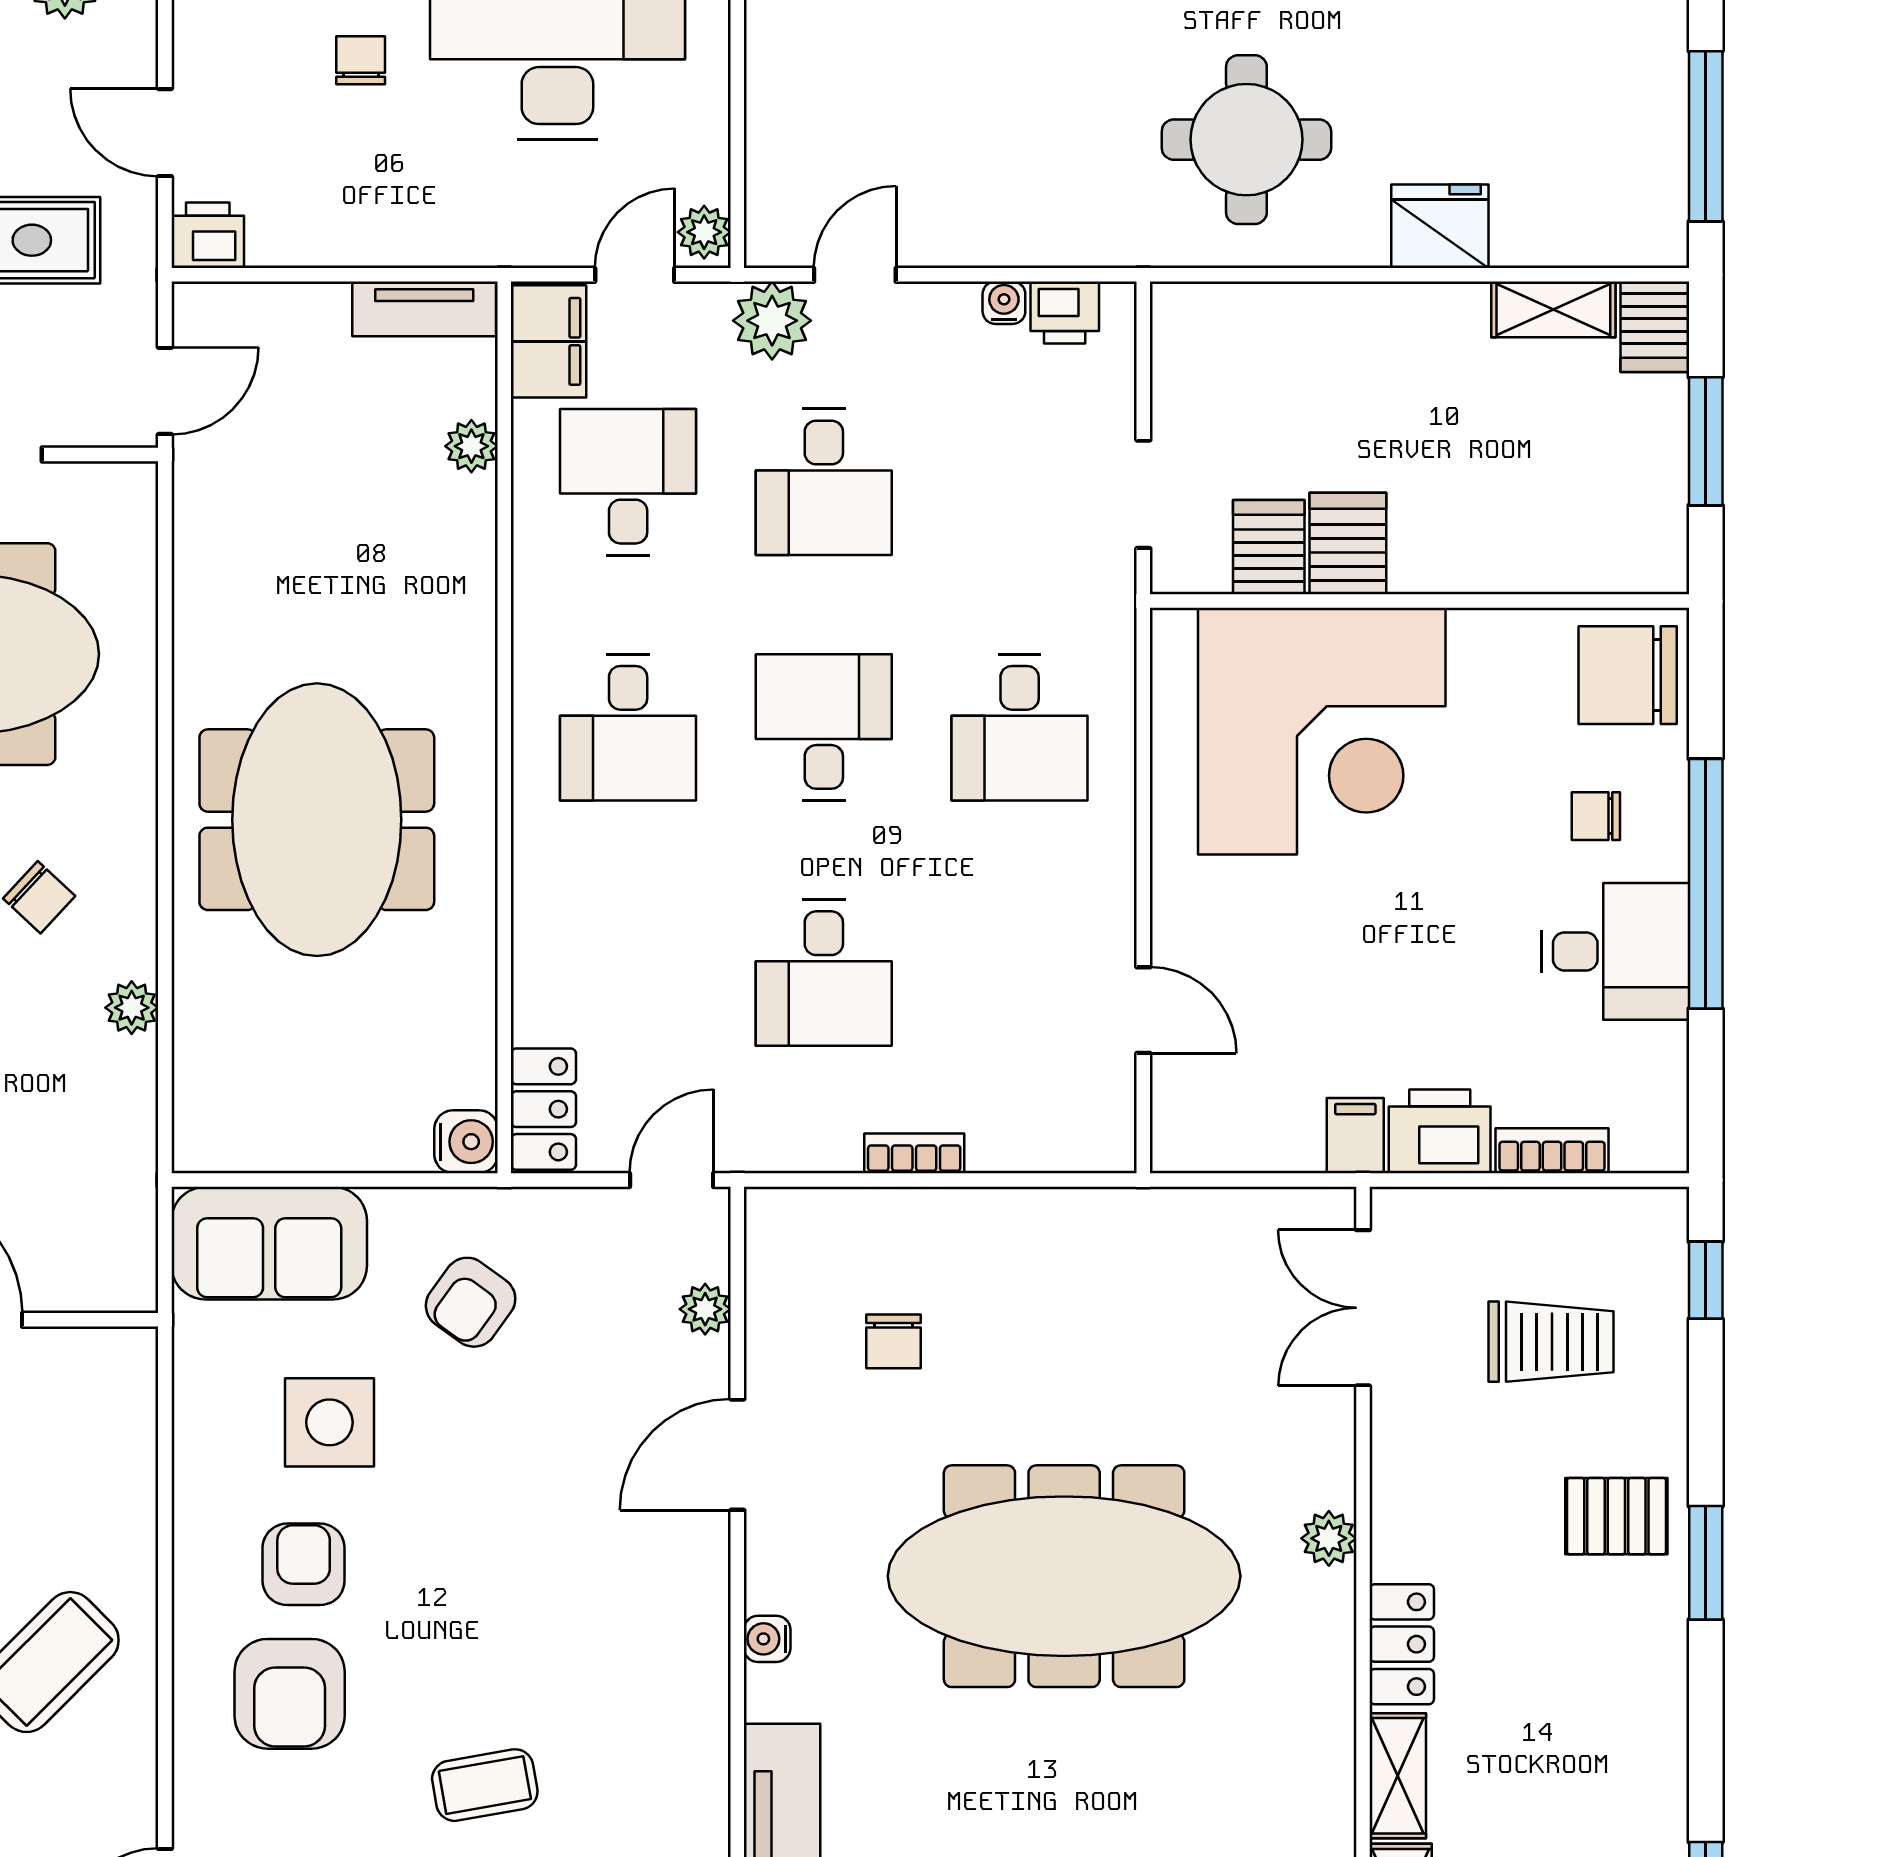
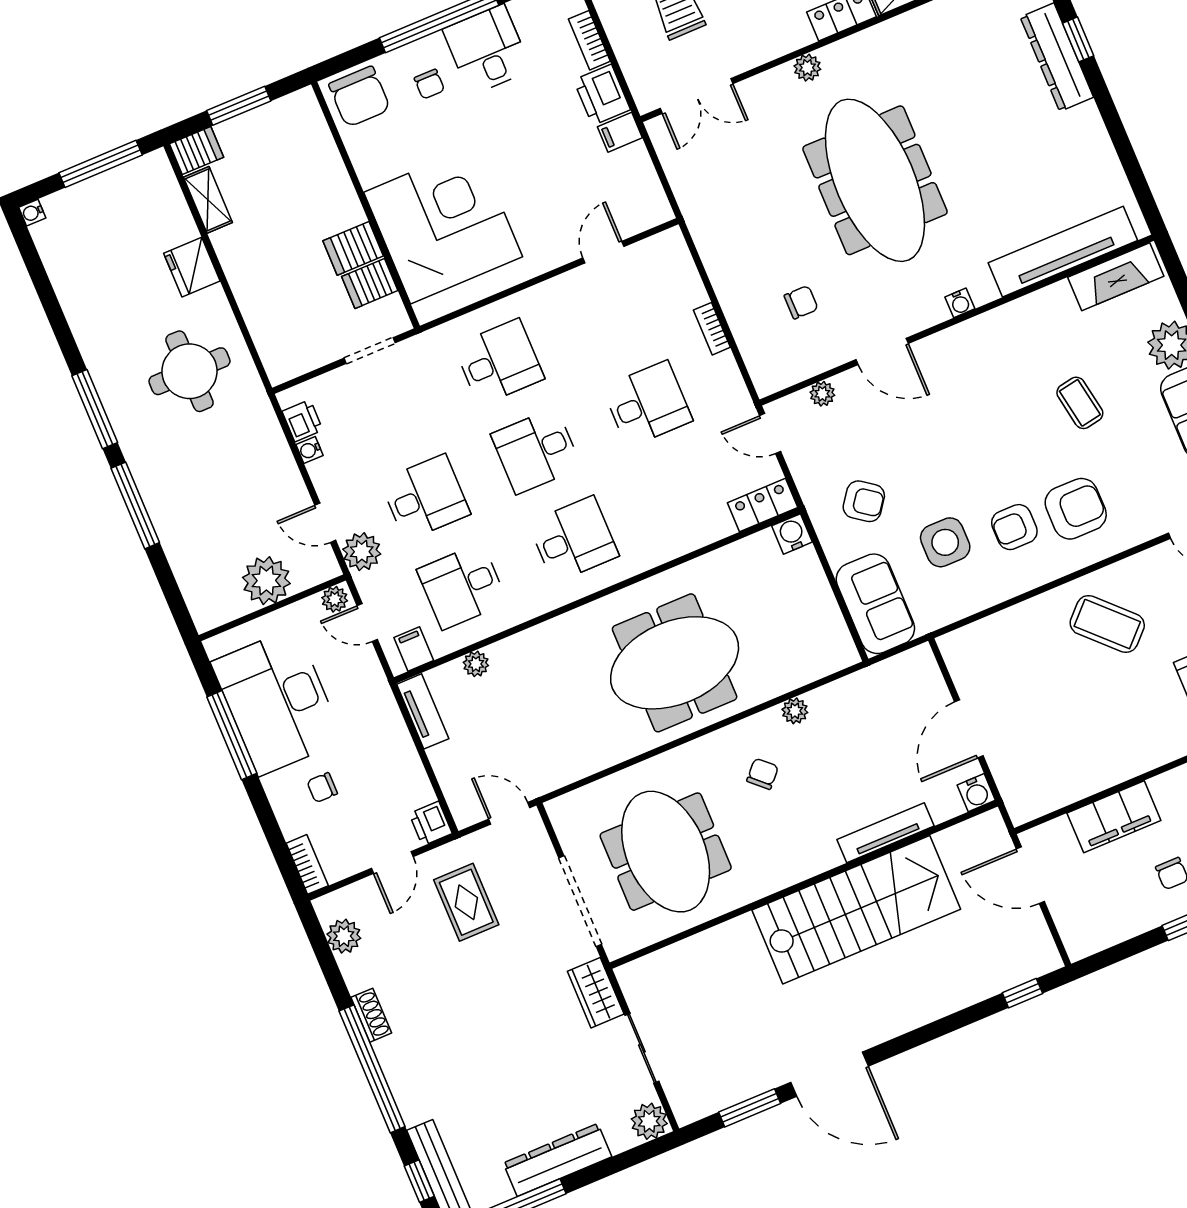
plant: (793, 119) -> (266, 581), added
filing cabinet: (549, 341) -> (414, 649), width x0.50

